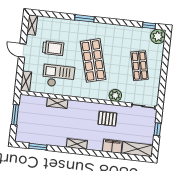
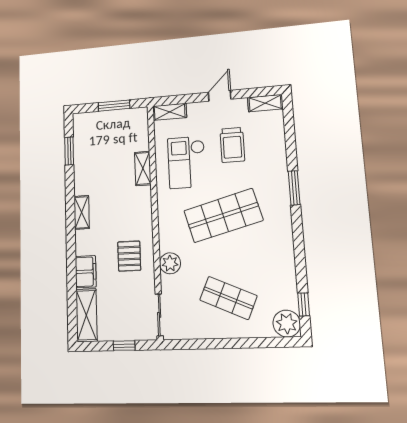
shop shelf: (140, 66) -> (228, 298), turned 36
checkout: (58, 76) -> (187, 162), turned 180

